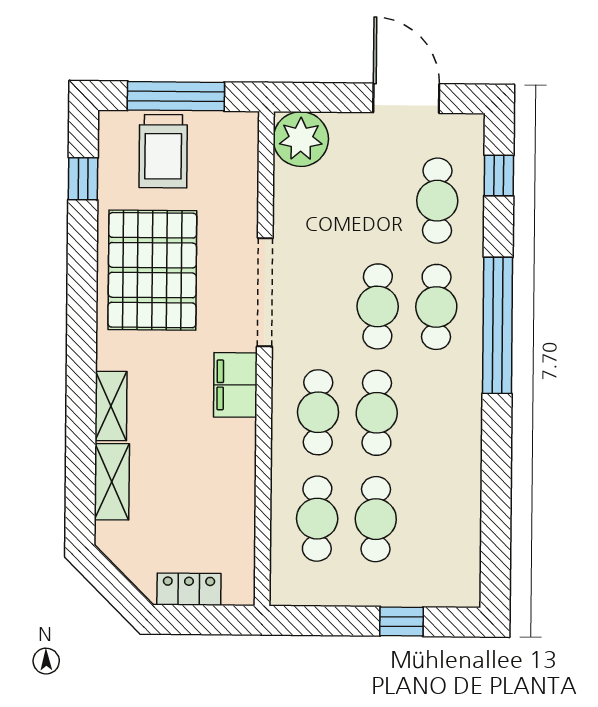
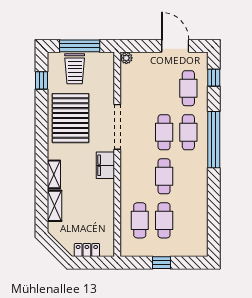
plant: (301, 139) -> (126, 58), width x0.53, depth x0.53
cafe table: (318, 412) -> (140, 176), removed
window: (401, 622) -> (161, 263), moved

